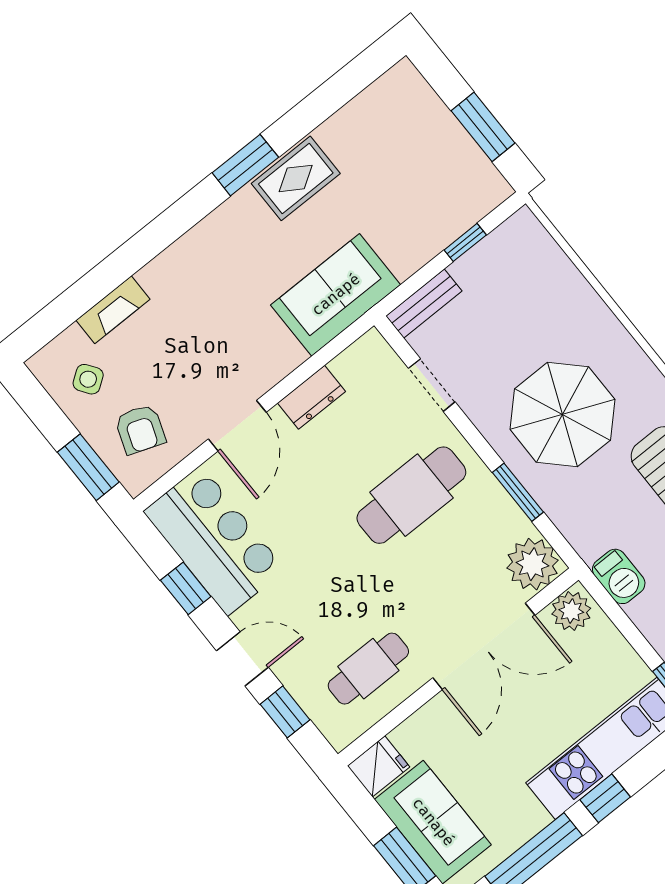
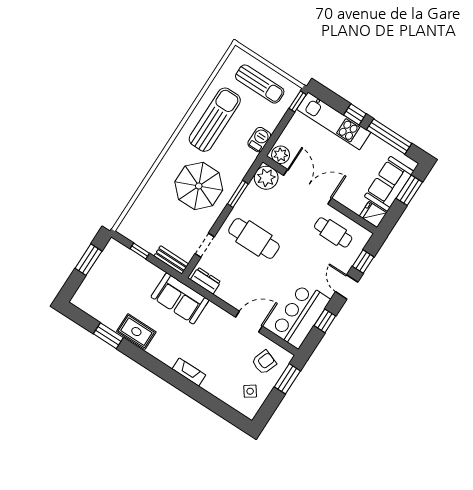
window: (245, 165) -> (108, 336), moved
fireplace: (113, 310) -> (189, 372), moved
dresser: (311, 397) -> (206, 281), moved

